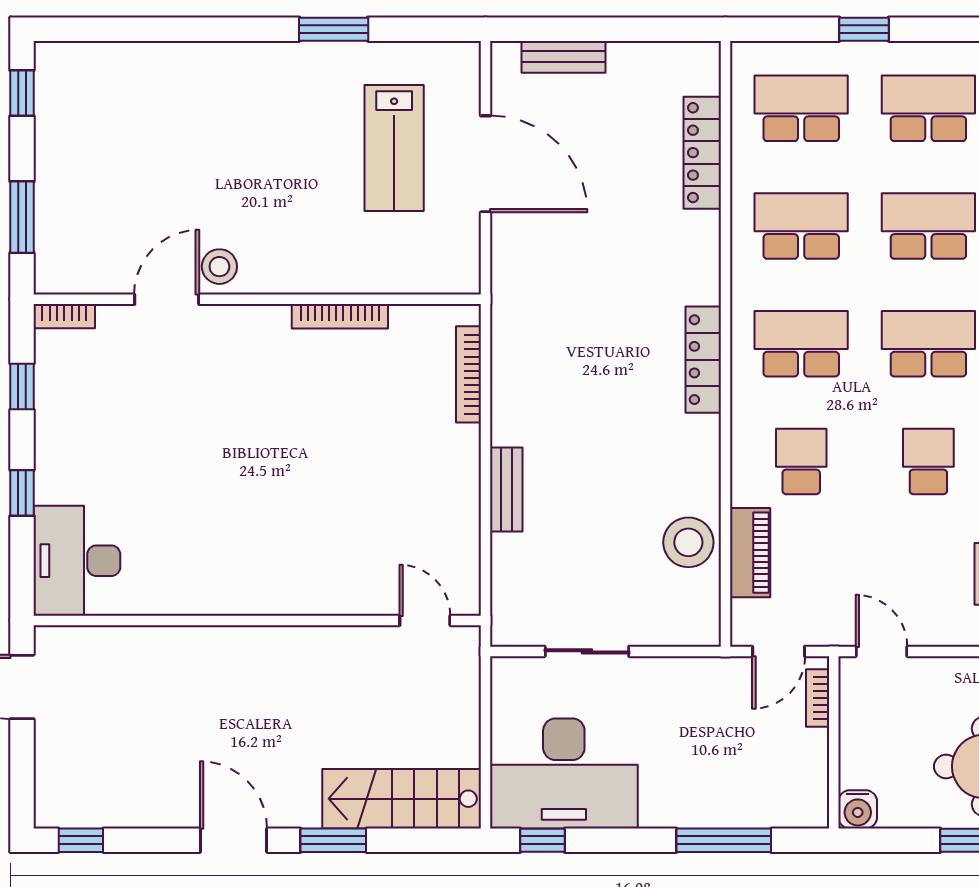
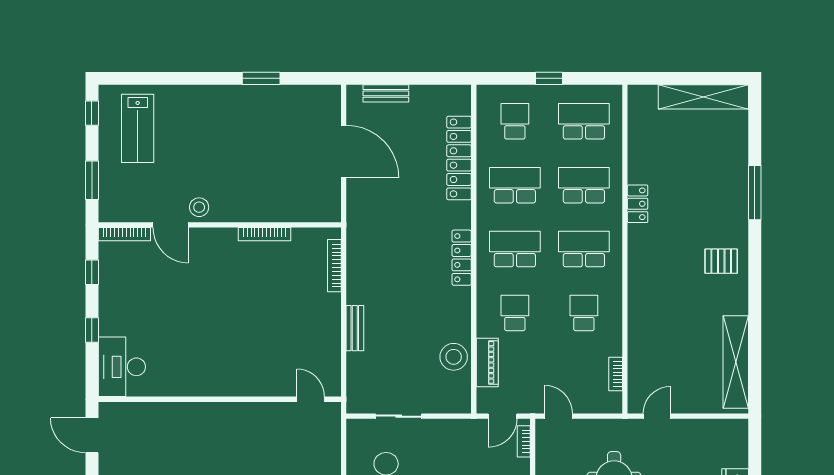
school desk: (801, 108) -> (515, 121), width x0.54
lab bench: (394, 148) -> (138, 128), moved
locker: (702, 153) -> (459, 158), width x1.41, depth x1.21
door: (167, 299) -> (170, 225), swing flipped
bookcase: (64, 316) -> (124, 234), width x1.56

